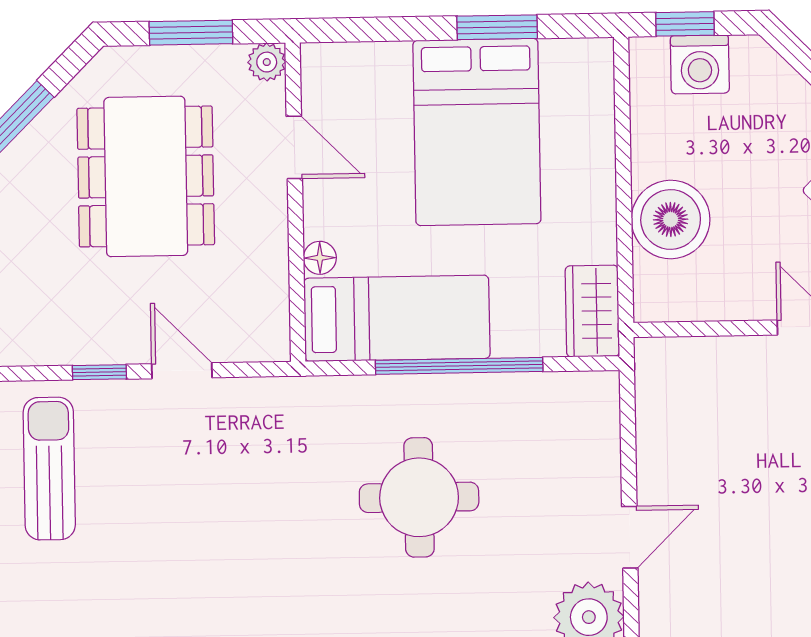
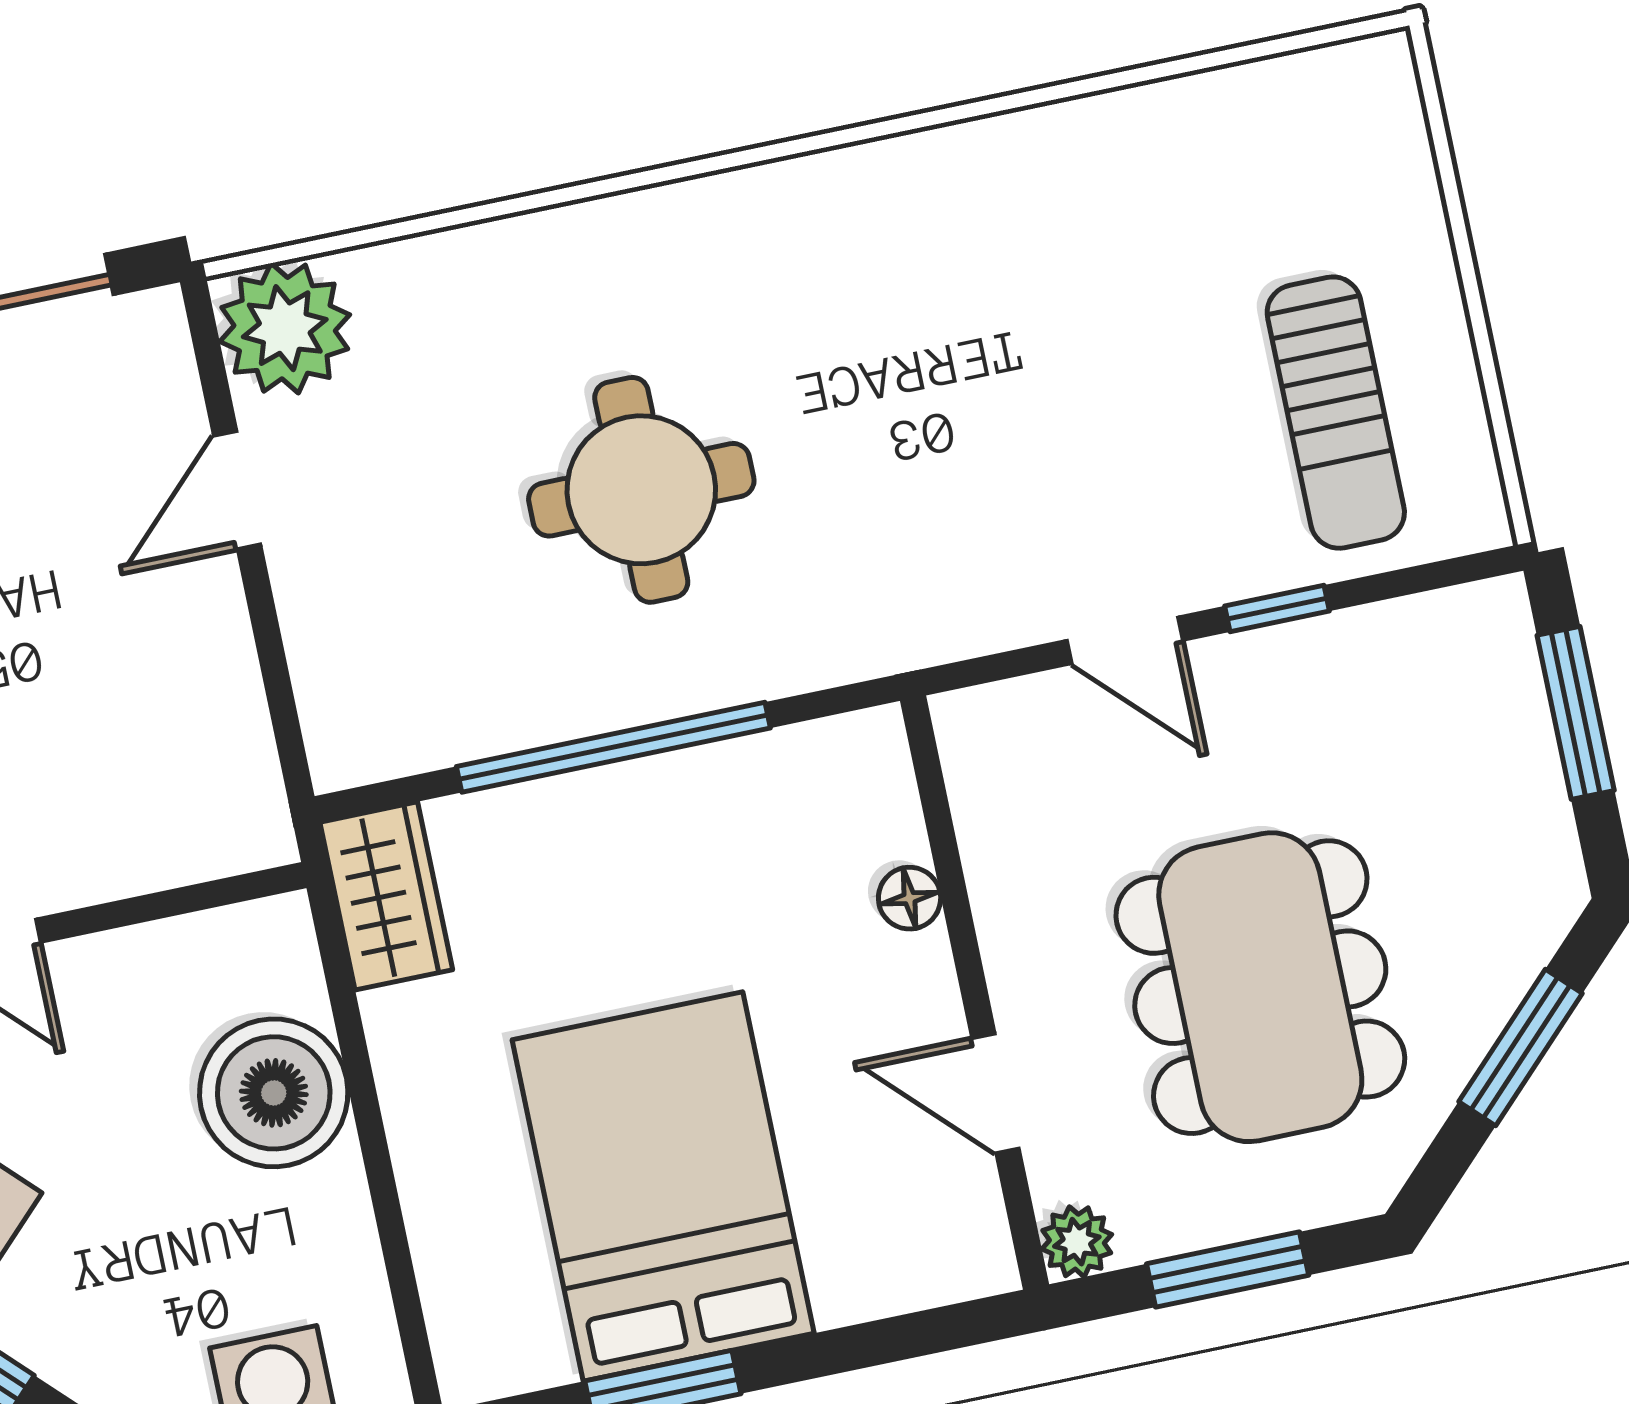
bed: (397, 318) -> (745, 813), removed

